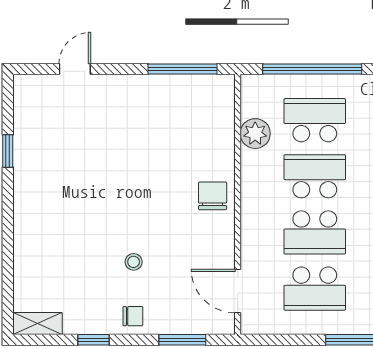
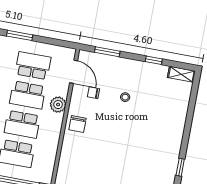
plant: (255, 134) -> (58, 105), moved
school desk: (315, 232) -> (28, 95), turned 180
chair: (133, 316) -> (94, 93), moved

